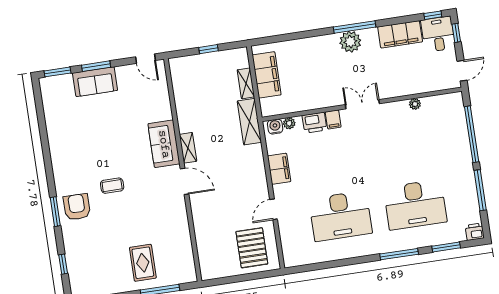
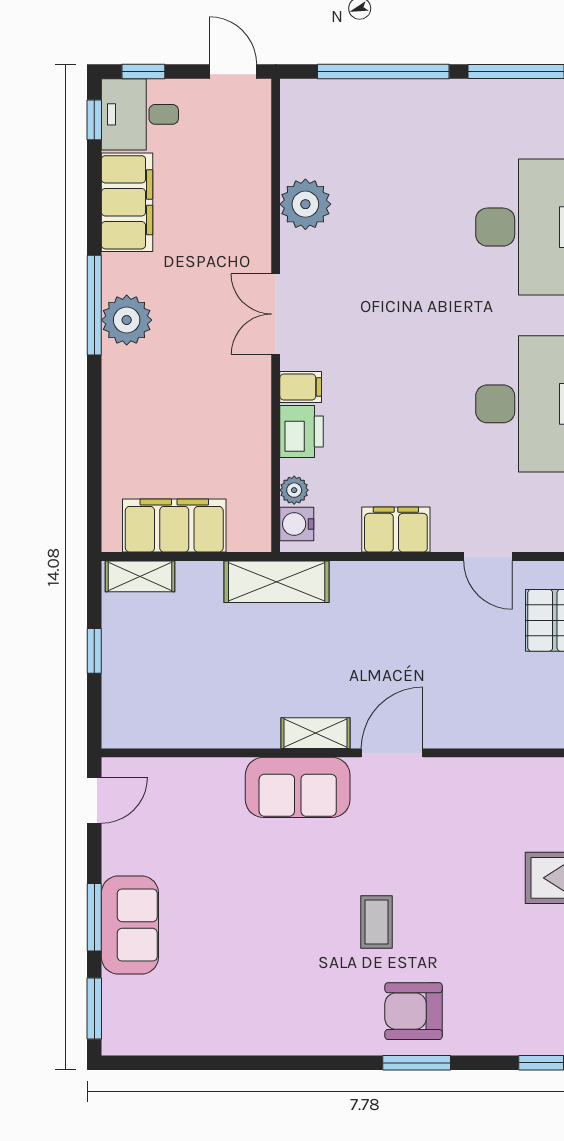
shelving: (246, 83) -> (140, 576), moved
plant: (415, 104) -> (305, 204), width x1.88, depth x1.88

